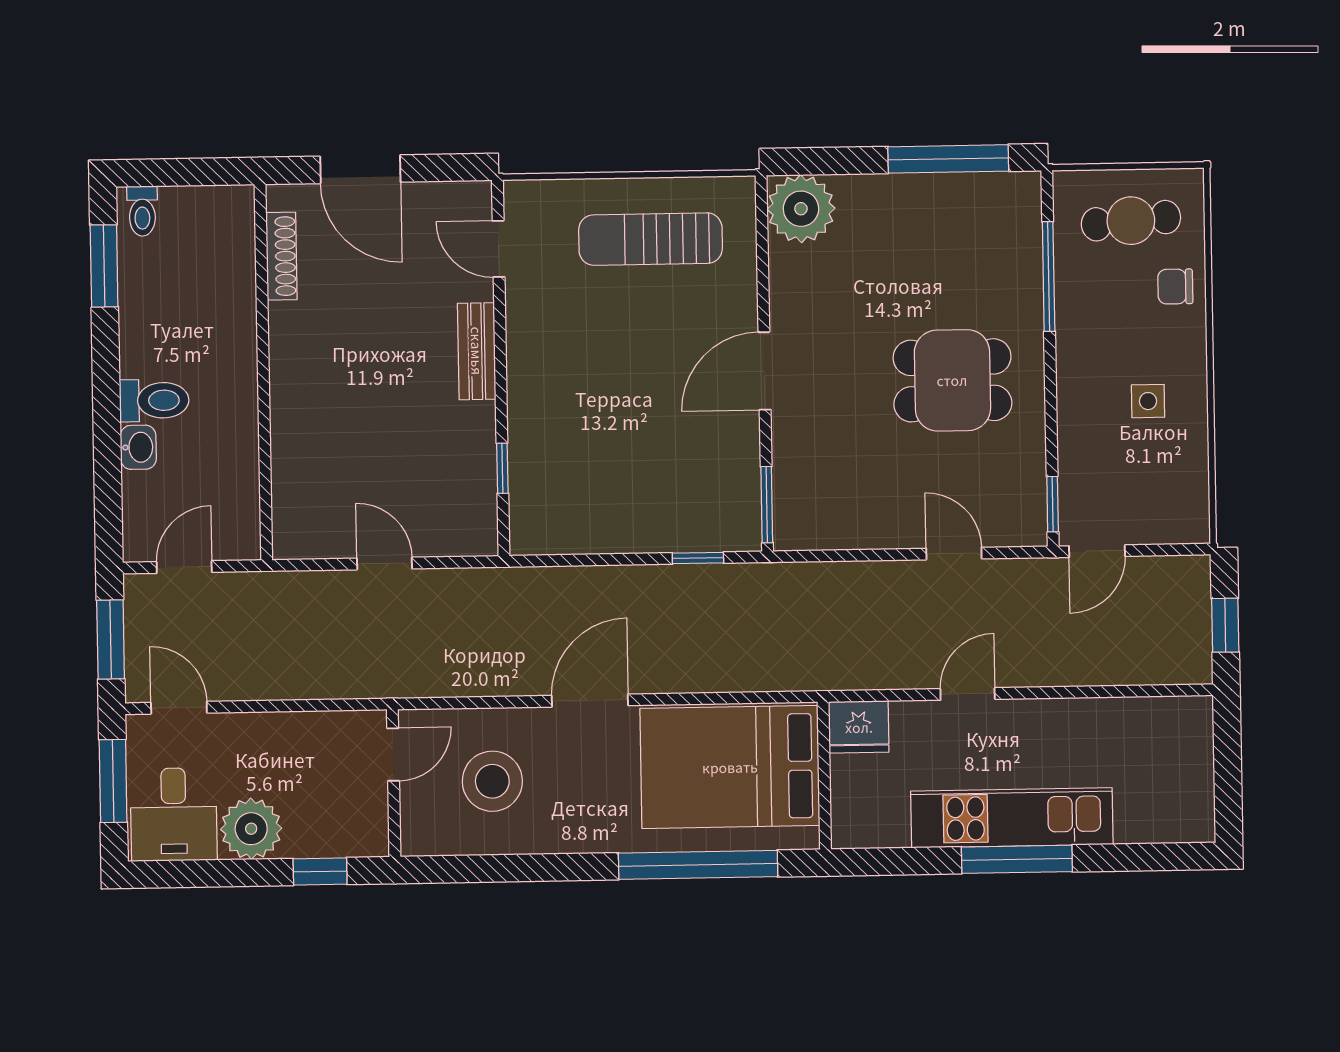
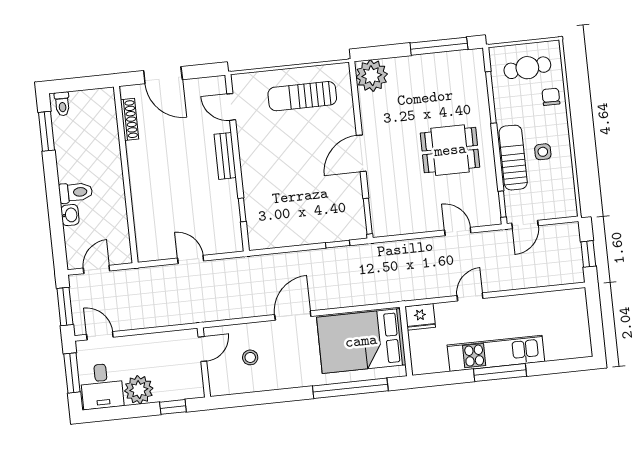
chair: (1175, 287) -> (551, 97), turned 90
sun lounger: (1084, 408) -> (513, 158), added
stool: (492, 781) -> (250, 357), width x0.53, depth x0.53

